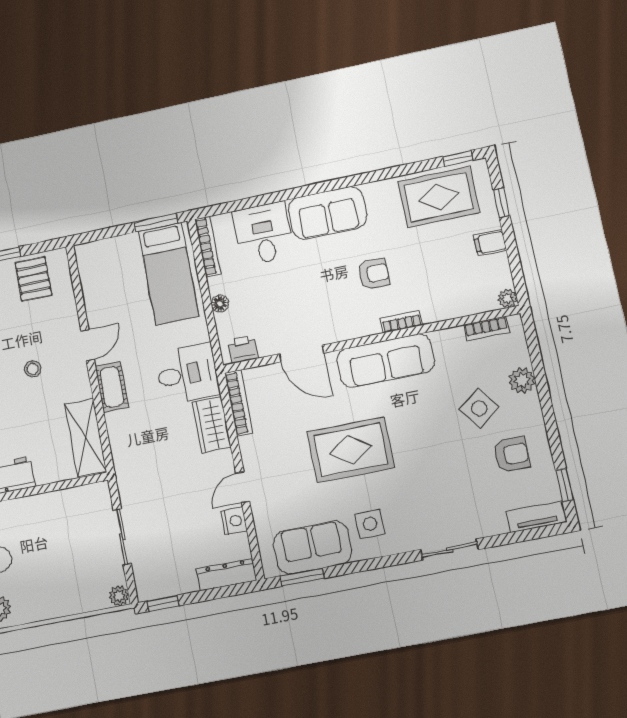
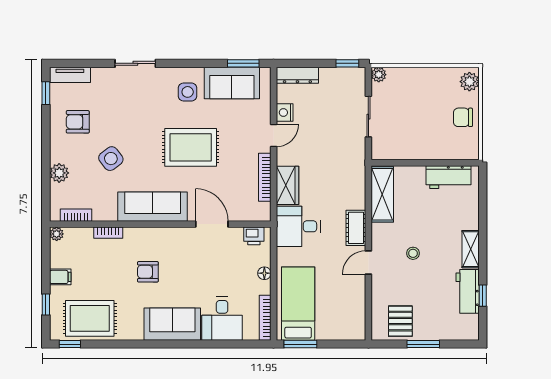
bookcase: (401, 322) -> (108, 233), moved
bookcase: (239, 403) -> (265, 177), moved
side table: (479, 408) -> (111, 159), moved

